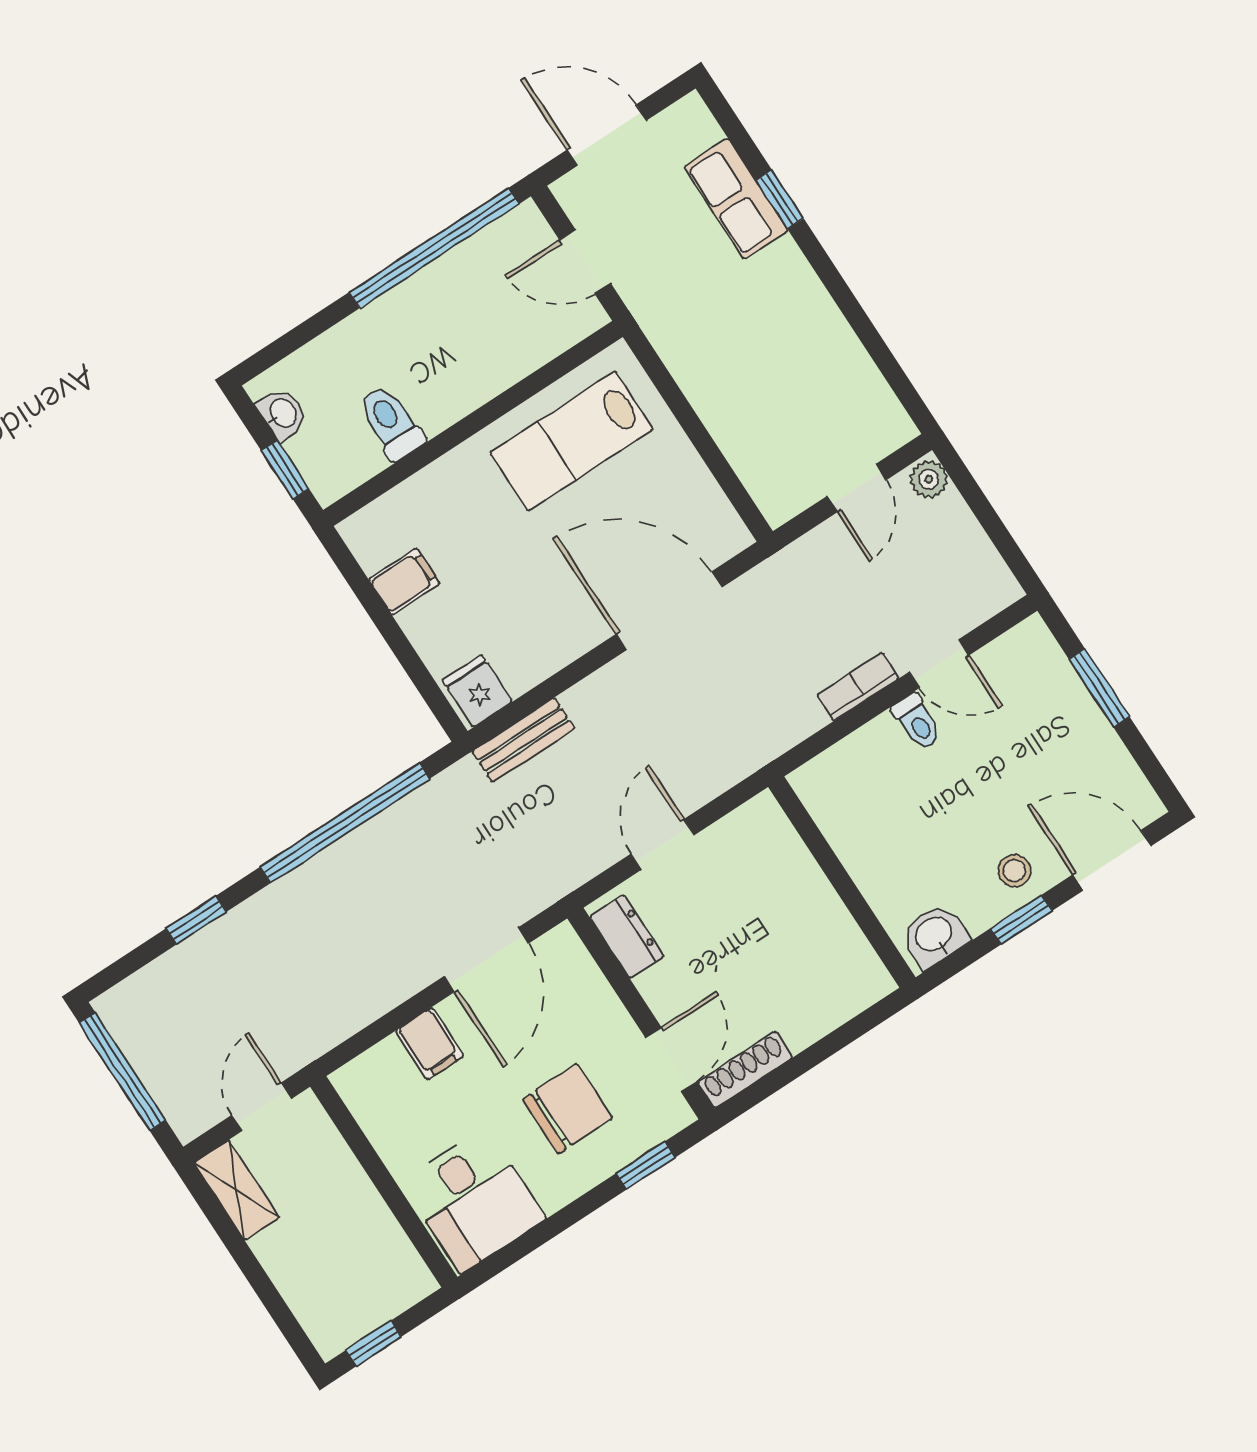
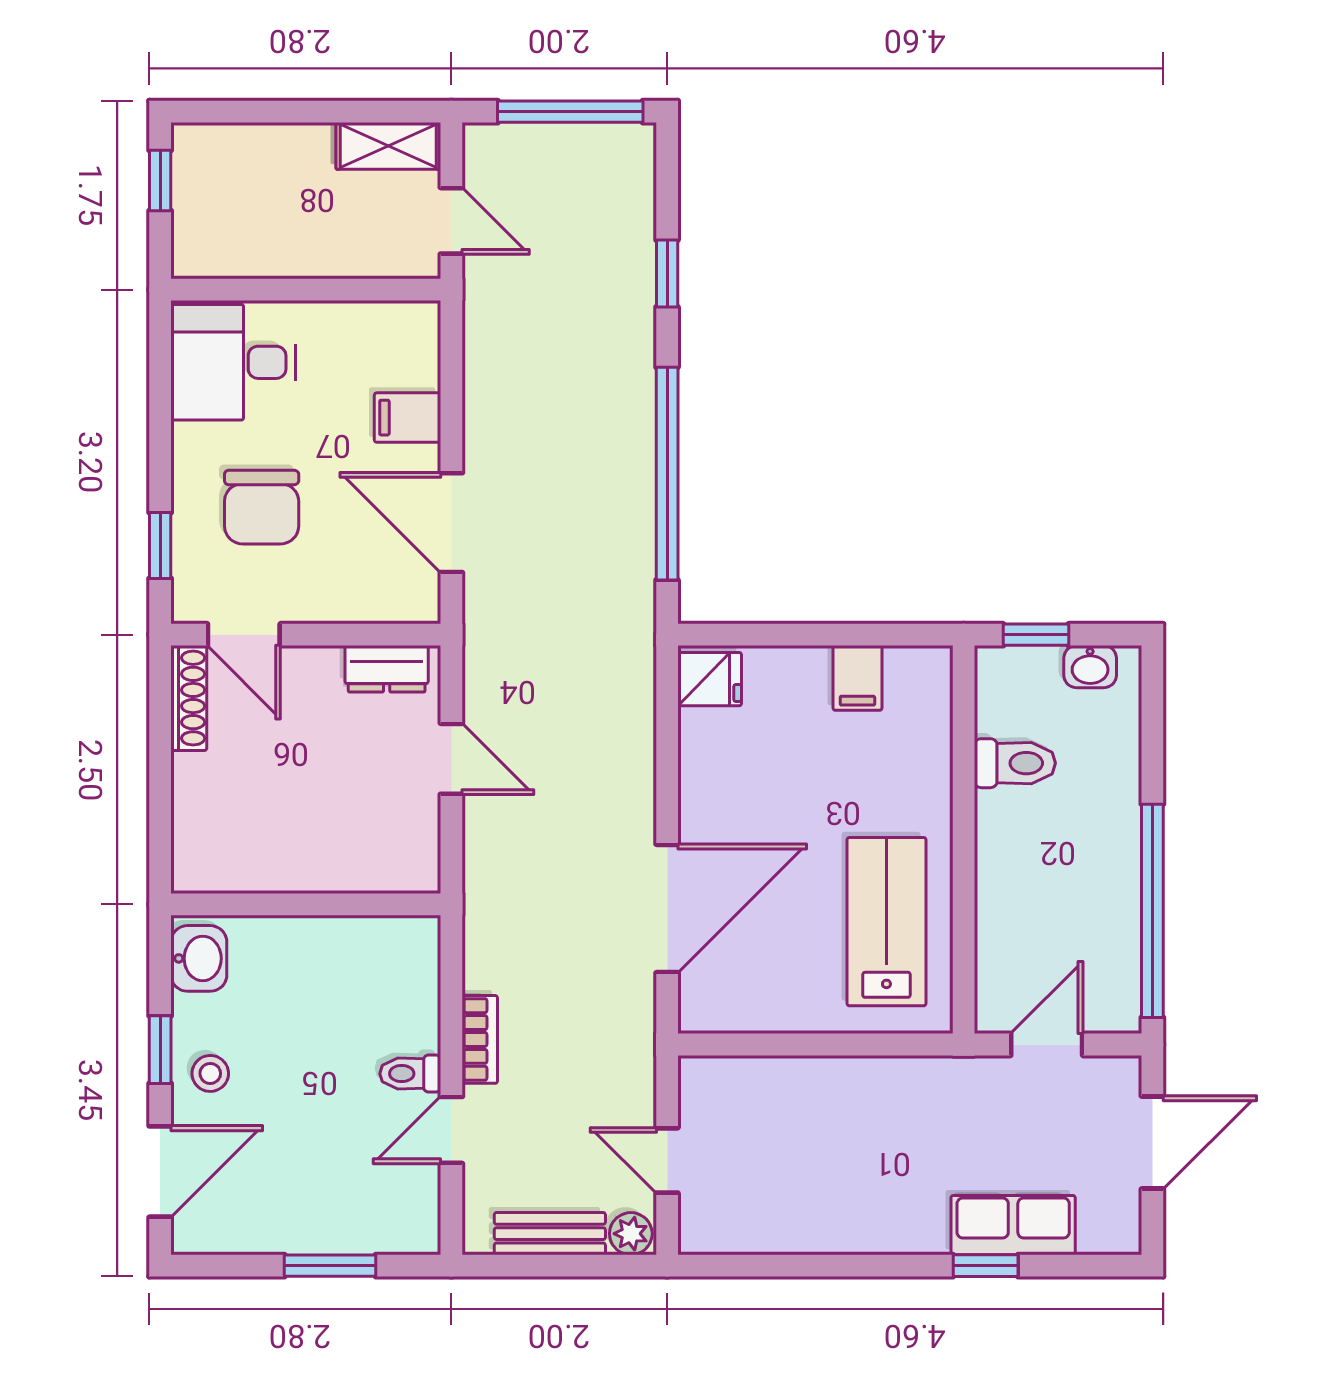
bench: (523, 740) -> (550, 1234), moved, turned 90

